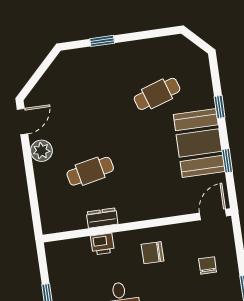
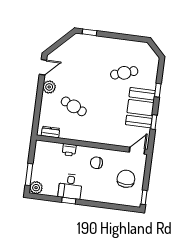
window: (102, 41) -> (89, 32), moved
cafe table: (90, 171) -> (74, 106), turned 36
dresser: (102, 218) -> (51, 132), moved
chair: (208, 265) -> (126, 179), width x1.87, depth x1.87

